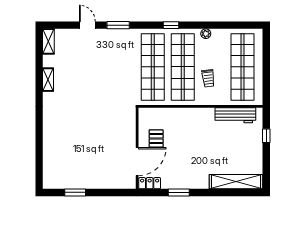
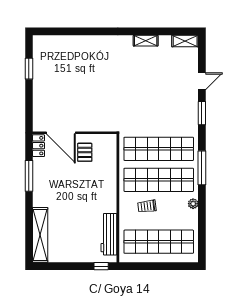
window: (171, 25) -> (202, 168), width x2.17
window: (266, 136) -> (101, 266), moved
pallet: (156, 139) -> (85, 152), turned 90
window: (179, 192) -> (29, 176), width x1.44

